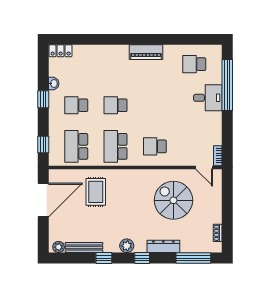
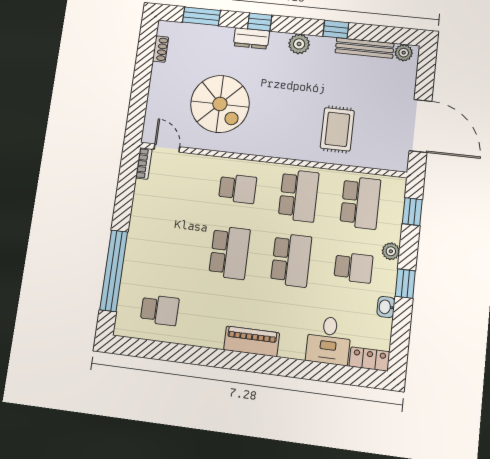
piano: (146, 52) -> (252, 341), moved
desk: (208, 98) -> (329, 340), moved, turned -90
school desk: (116, 105) -> (291, 260), width x1.85
school desk: (155, 105) -> (230, 253), added
plant: (54, 118) -> (391, 251), added
door: (43, 200) -> (421, 126), swing flipped
dresser: (163, 246) -> (251, 38), width x0.70
window: (142, 258) -> (260, 22), moved
window: (193, 258) -> (201, 16), width x0.69

